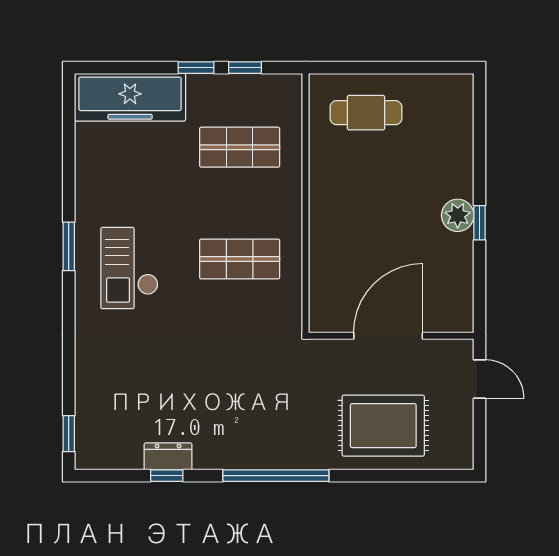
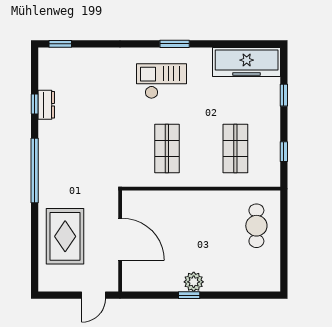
window: (196, 68) -> (284, 95), moved
freezer: (130, 97) -> (247, 62), moved, turned -90

